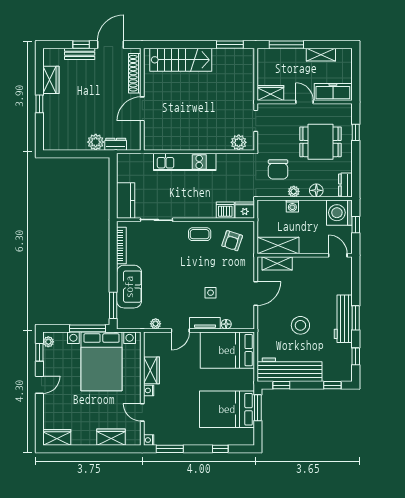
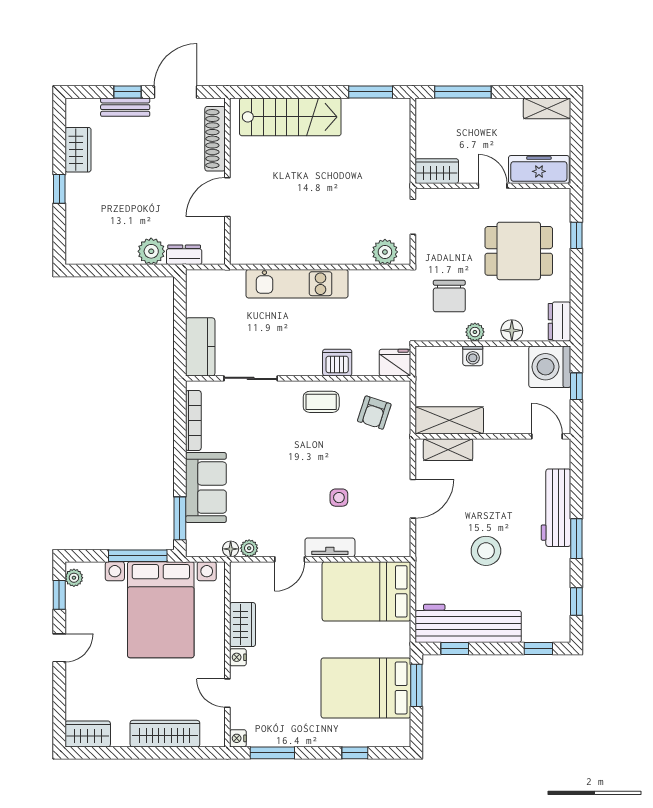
shelving: (321, 55) -> (547, 108), moved
dishwasher: (225, 210) -> (337, 363), moved
workbench: (343, 319) -> (556, 508), moved
floor lamp: (226, 324) -> (231, 549), moved
wardrobe: (111, 437) -> (165, 734), width x1.50

